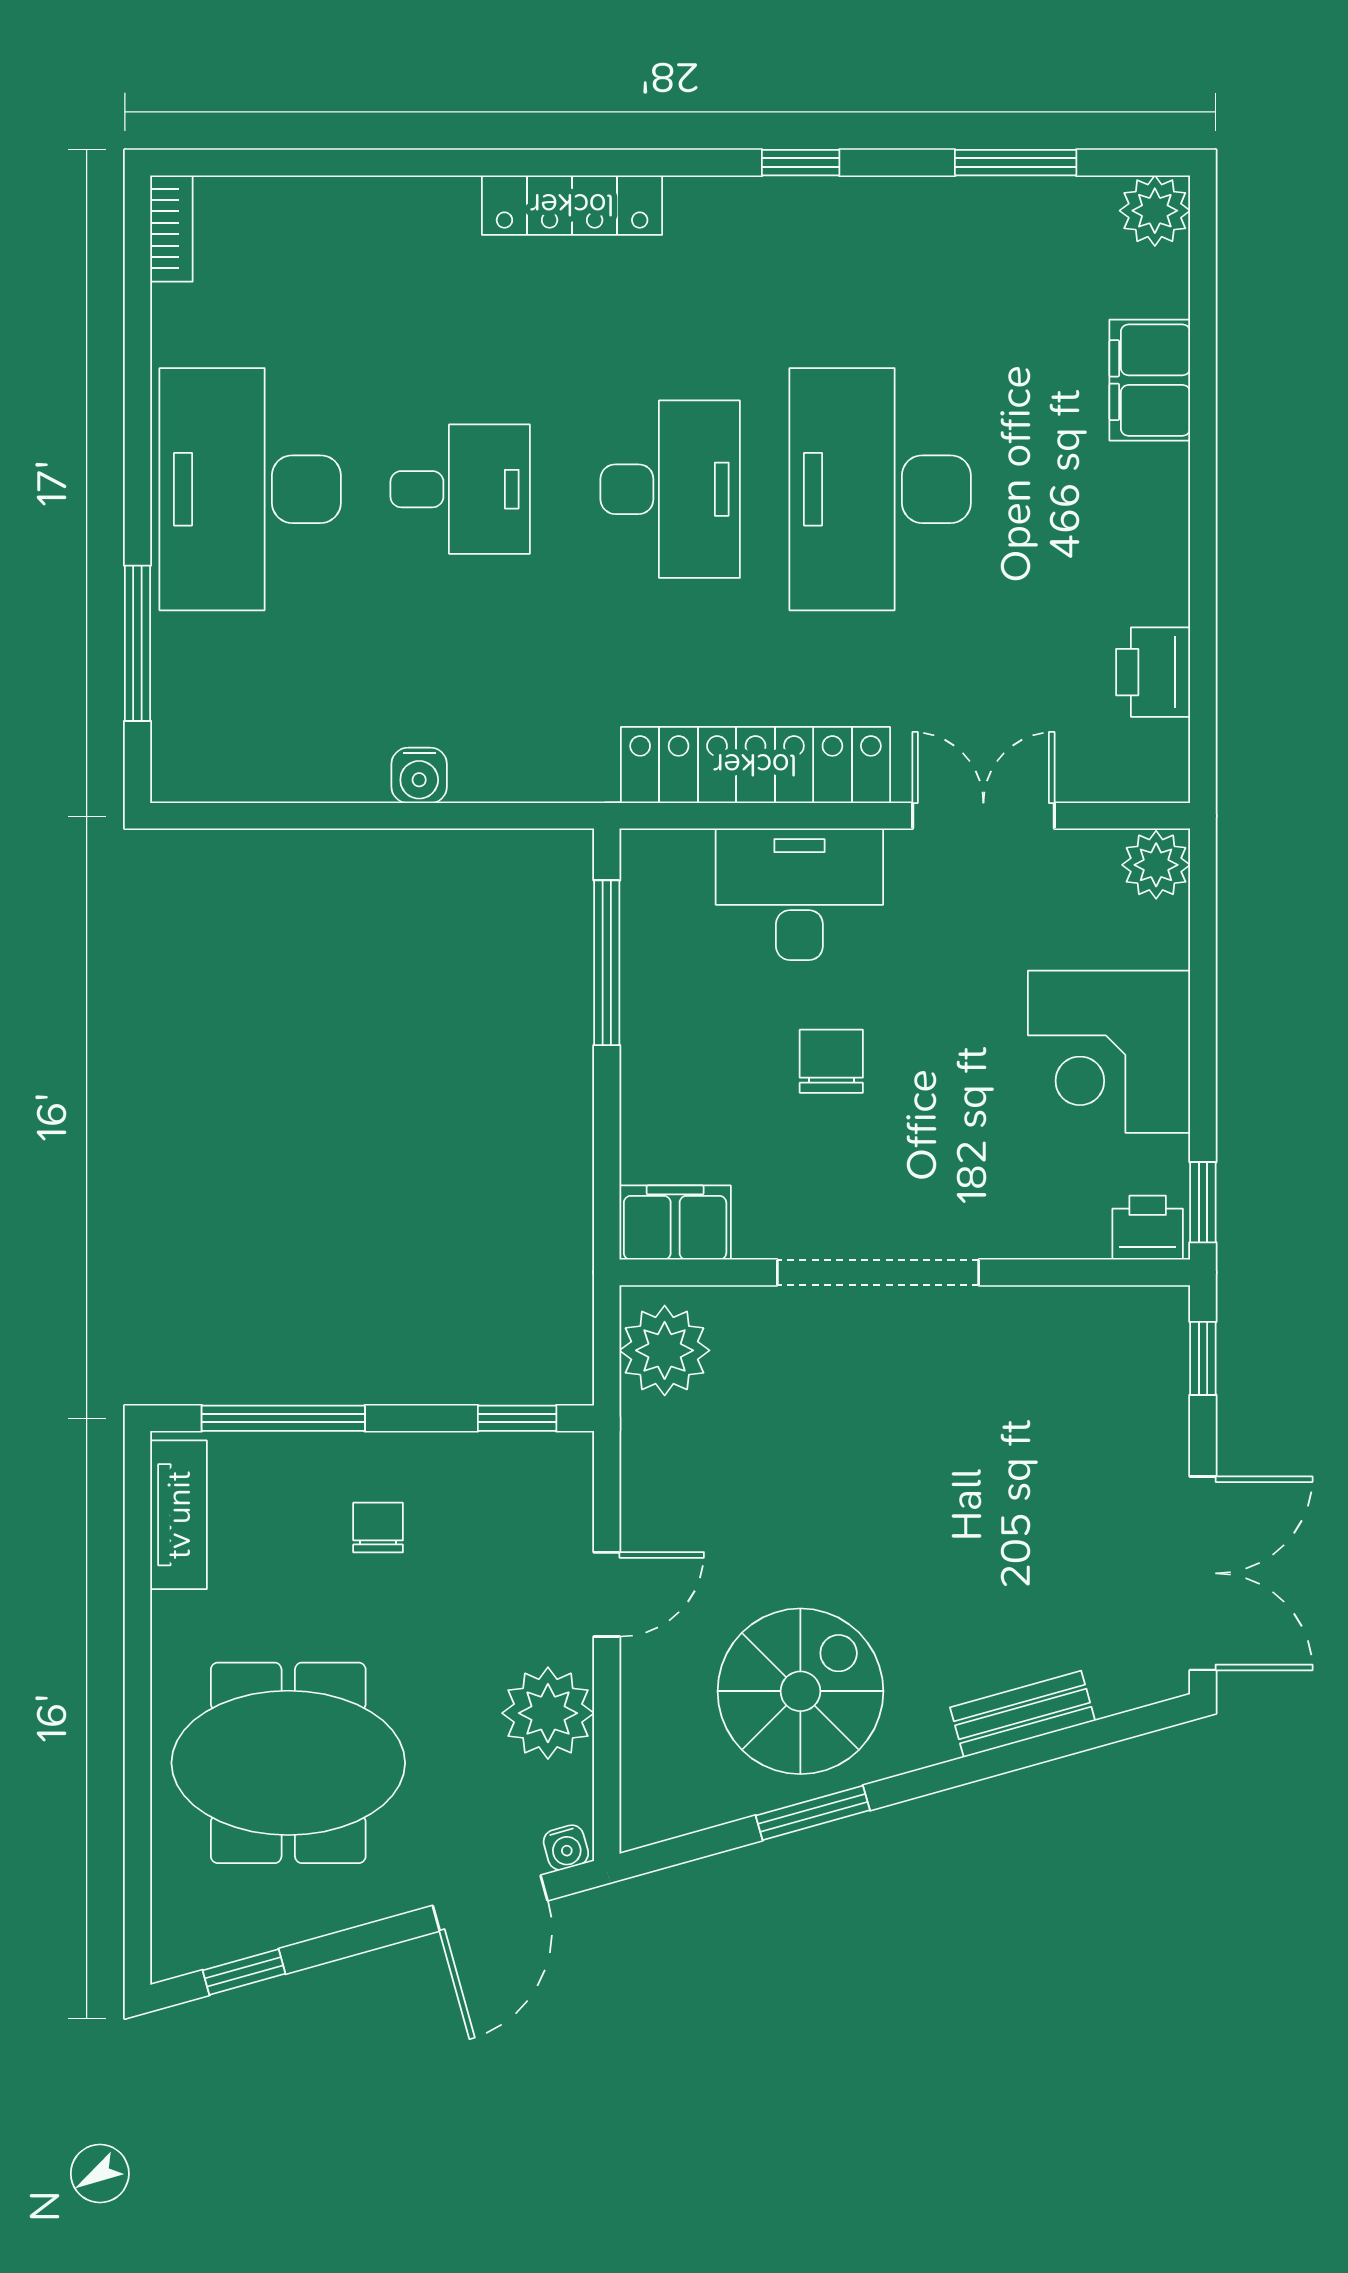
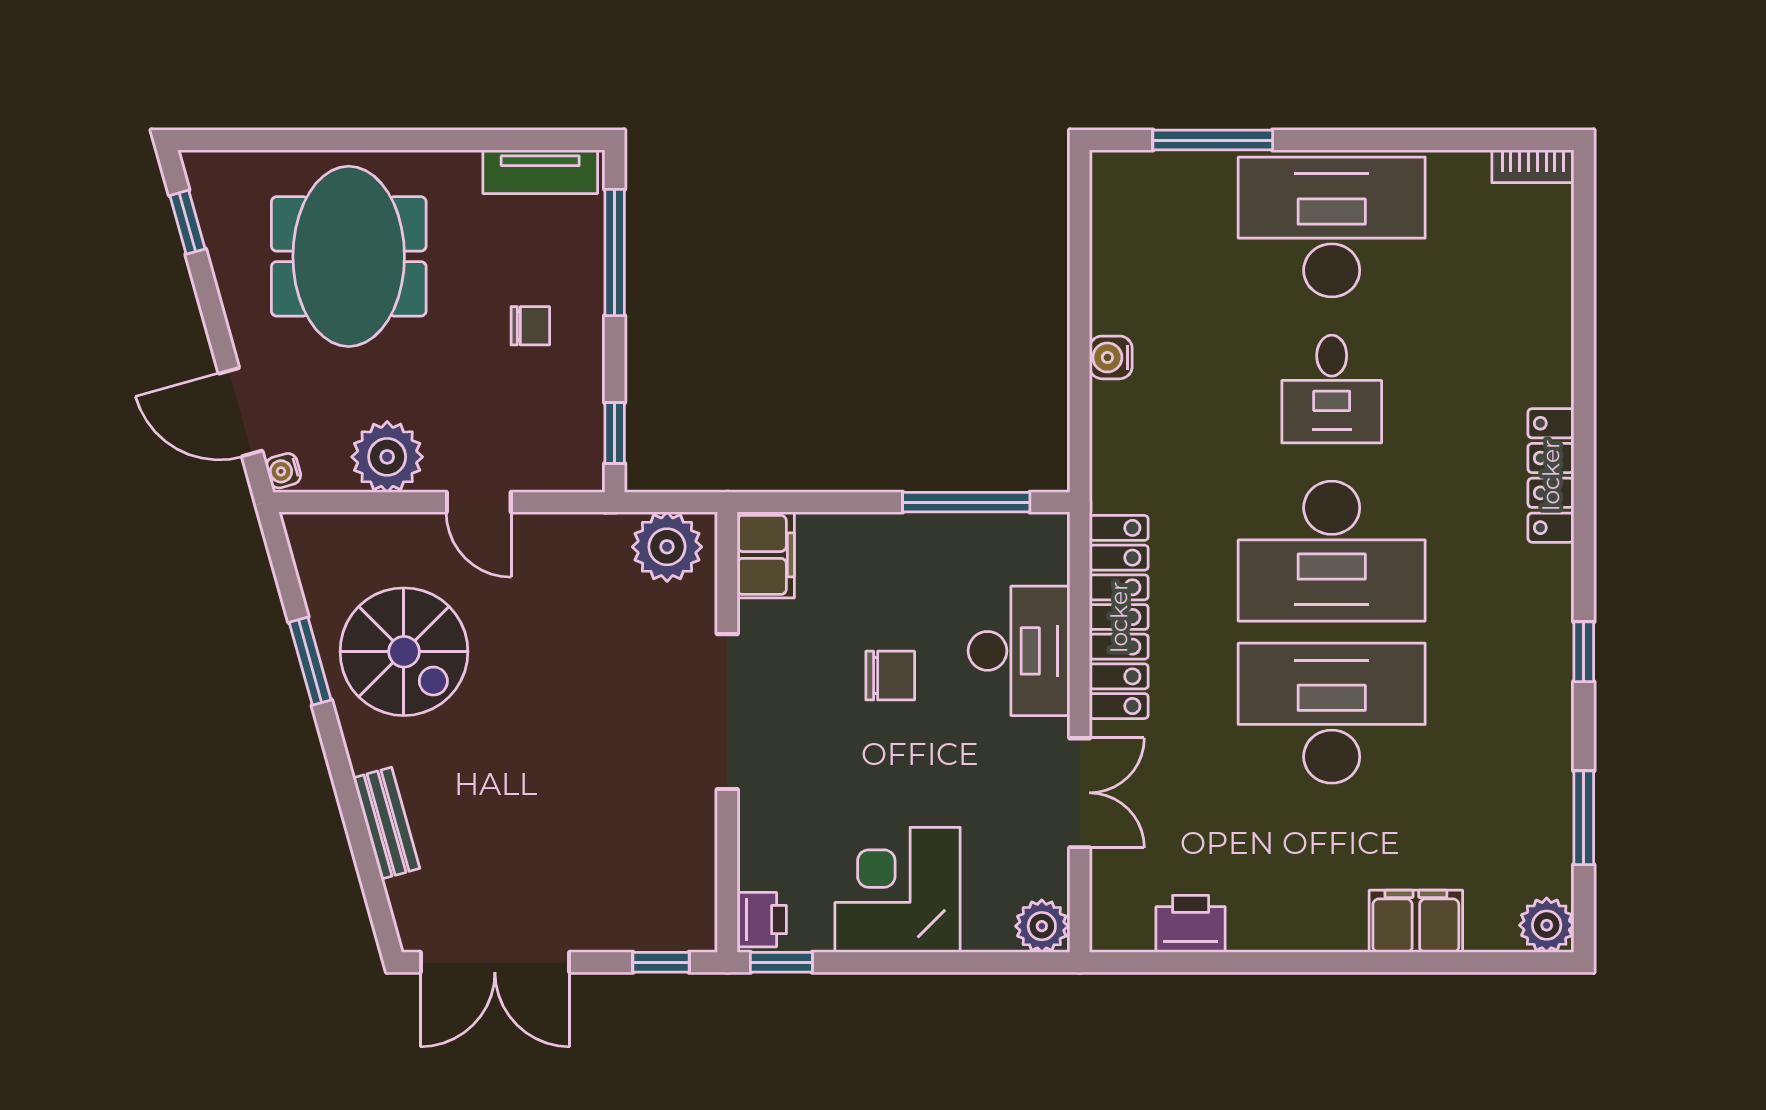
desk: (670, 489) -> (1332, 551), width x1.36, depth x1.30

